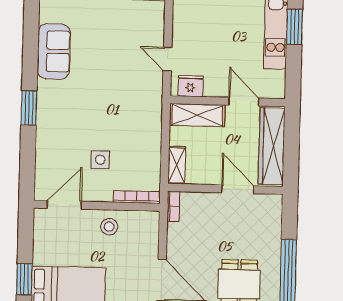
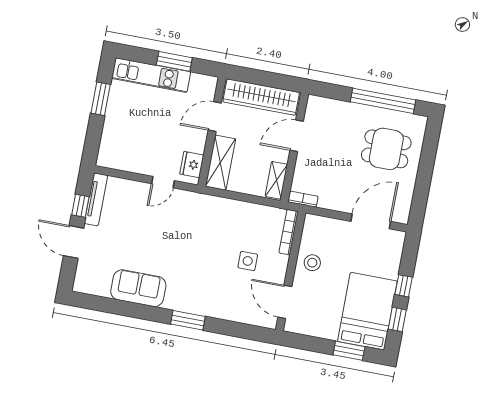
window: (295, 27) -> (174, 61), moved
shelving: (177, 165) -> (276, 180), moved, turned 90

